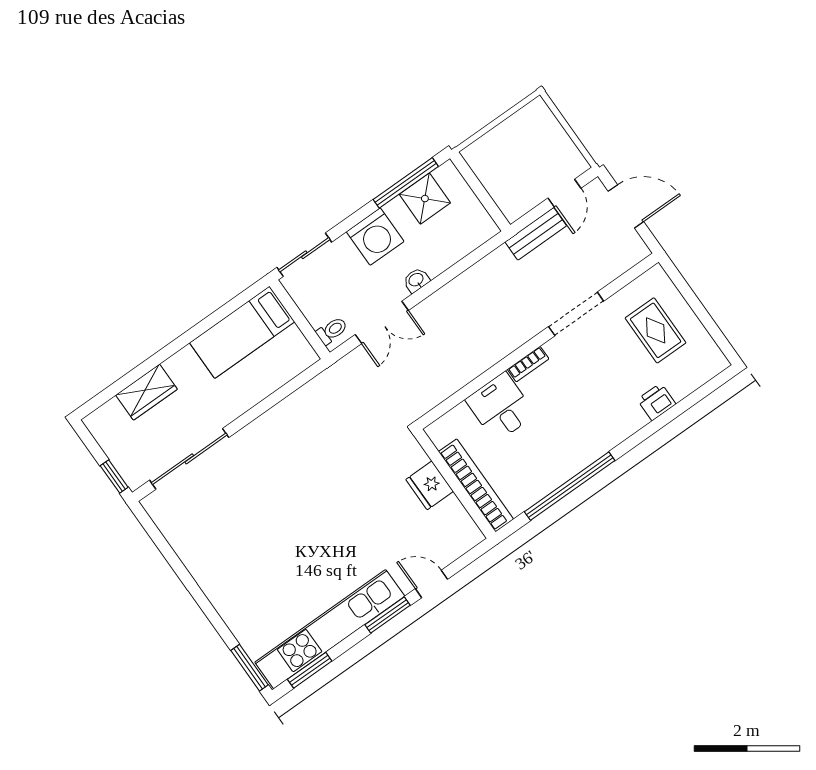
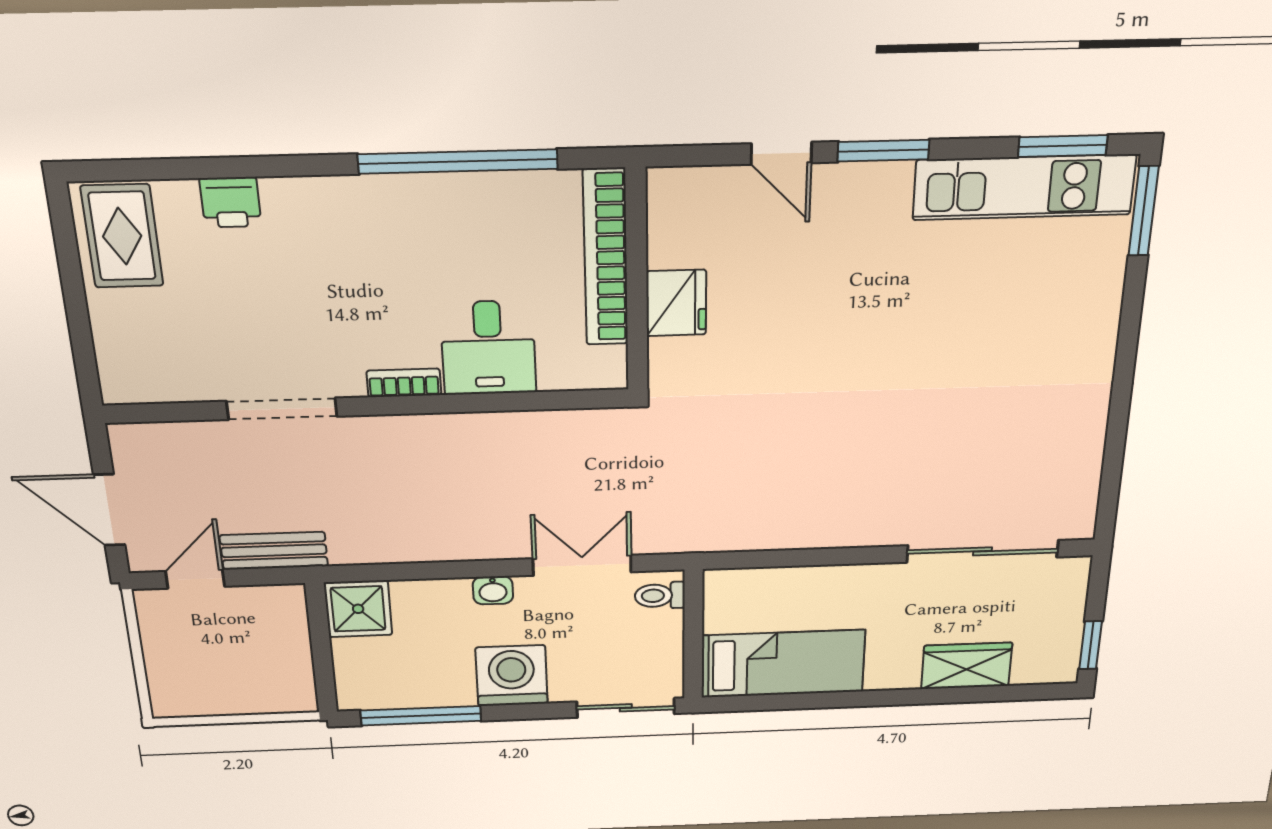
shower: (425, 199) -> (358, 609), moved
rug: (656, 330) -> (122, 236), moved
window: (114, 477) -> (1090, 645), moved
kitchen unit: (330, 629) -> (1024, 187), width x0.73

